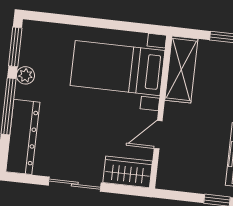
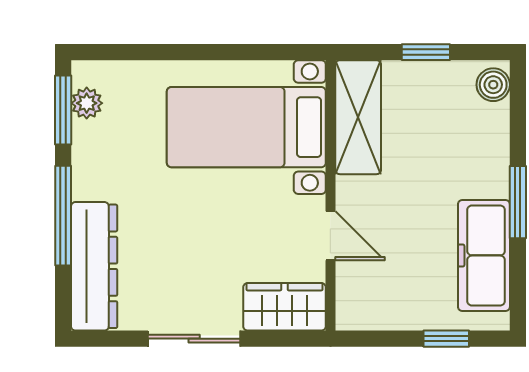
plant: (26, 75) -> (87, 103), moved
door: (158, 135) -> (330, 236), swing flipped

